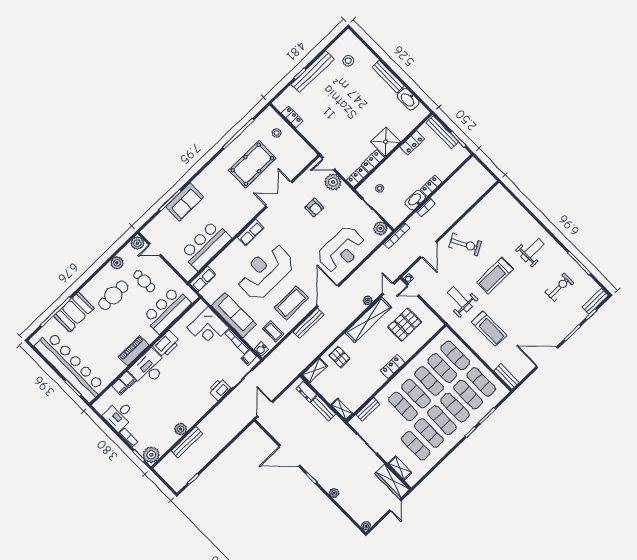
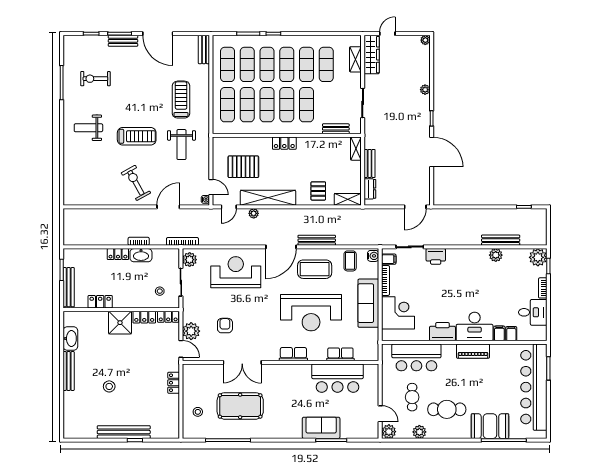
stool: (348, 61) -> (109, 386), moved
locker: (292, 117) -> (174, 383), moved
row of seats: (203, 279) -> (340, 354), moved
bench: (595, 301) -> (123, 41), moved

